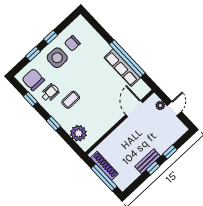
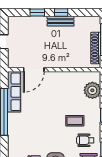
row of seats: (122, 68) -> (14, 92), moved
plant: (160, 105) -> (12, 54), removed

